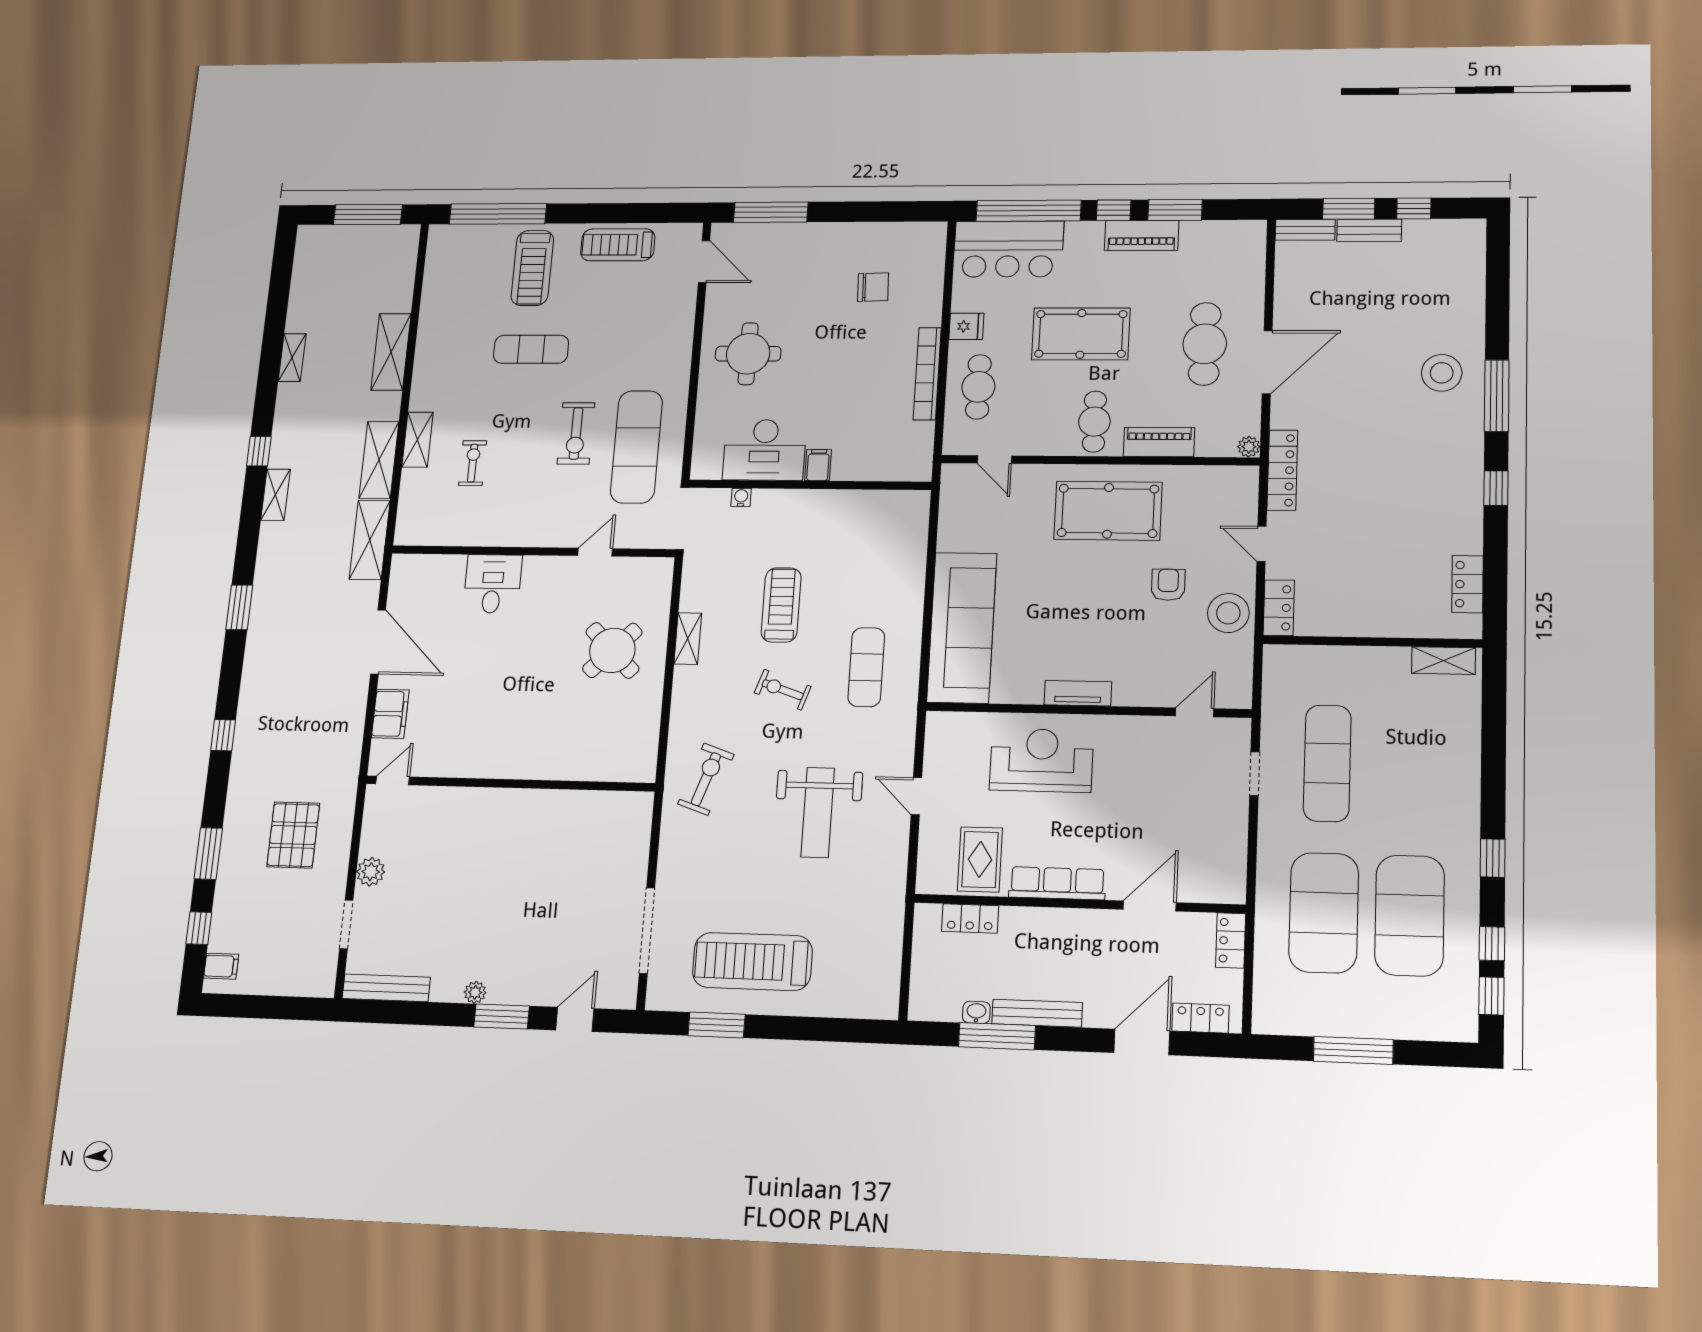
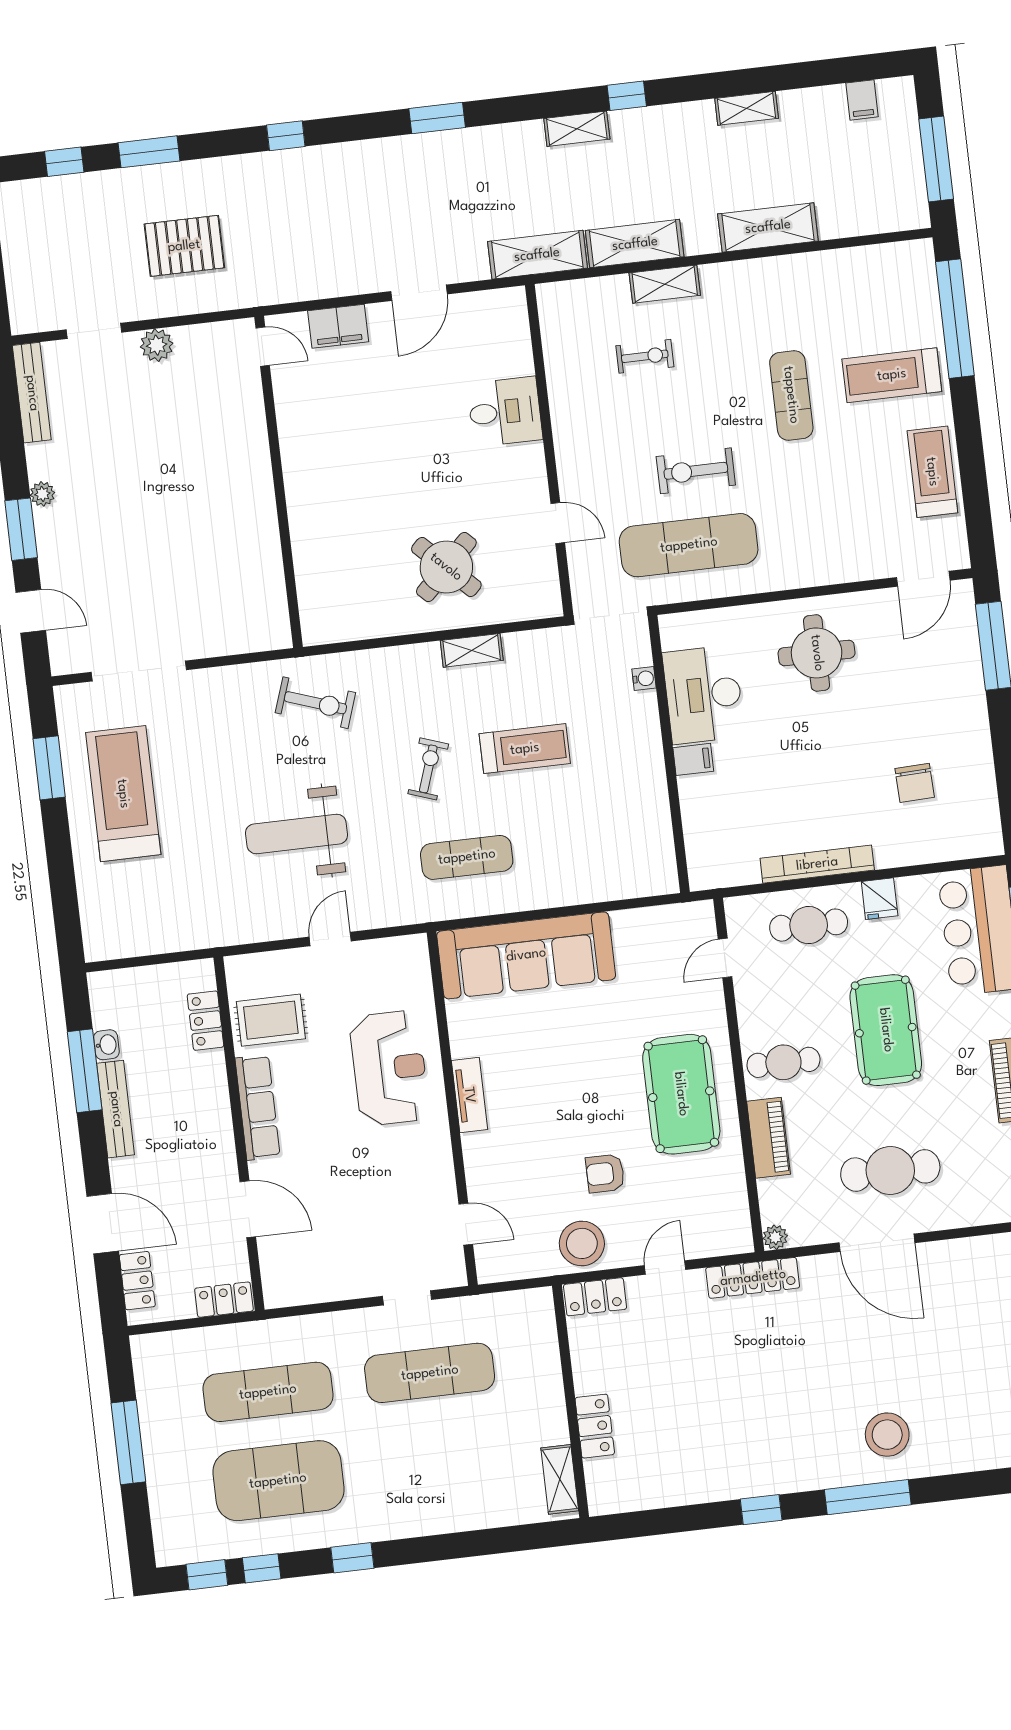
locker: (1468, 584) -> (595, 1426), moved, turned 90
armchair: (1168, 585) -> (605, 1173), turned 180
door: (378, 642) -> (419, 293), width x0.73
exercise mat: (1324, 913) -> (268, 1392), width x0.68
filing cabinet: (221, 966) -> (862, 100), moved

